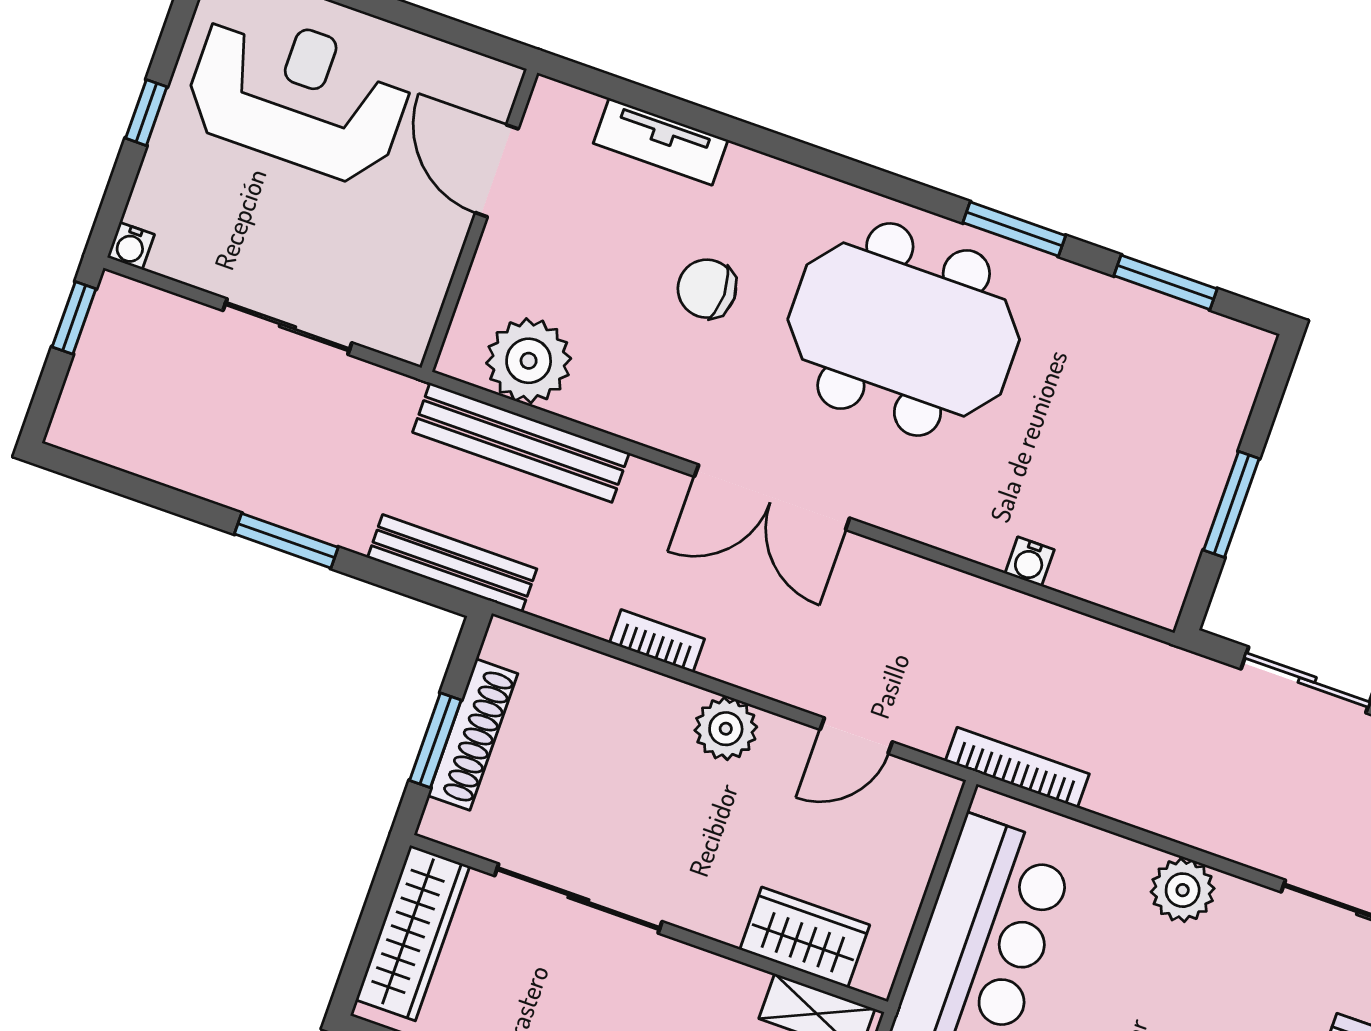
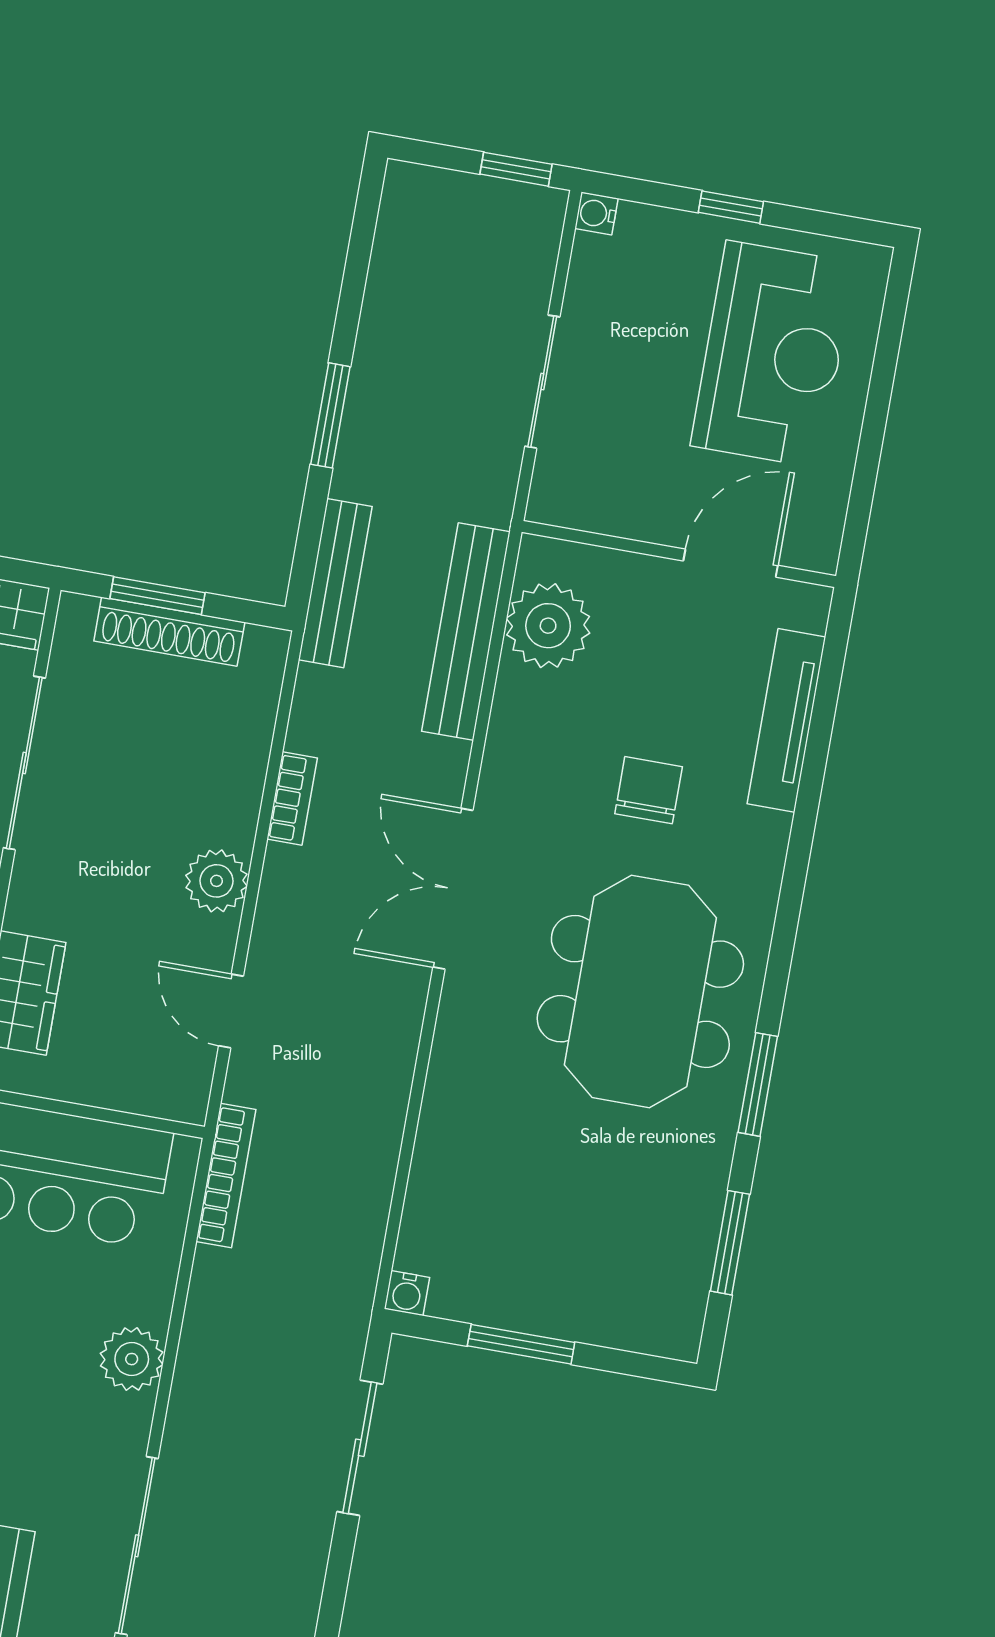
tv unit: (661, 142) -> (786, 720), width x1.41
water cooler: (1030, 562) -> (407, 1293), moved, turned -90

